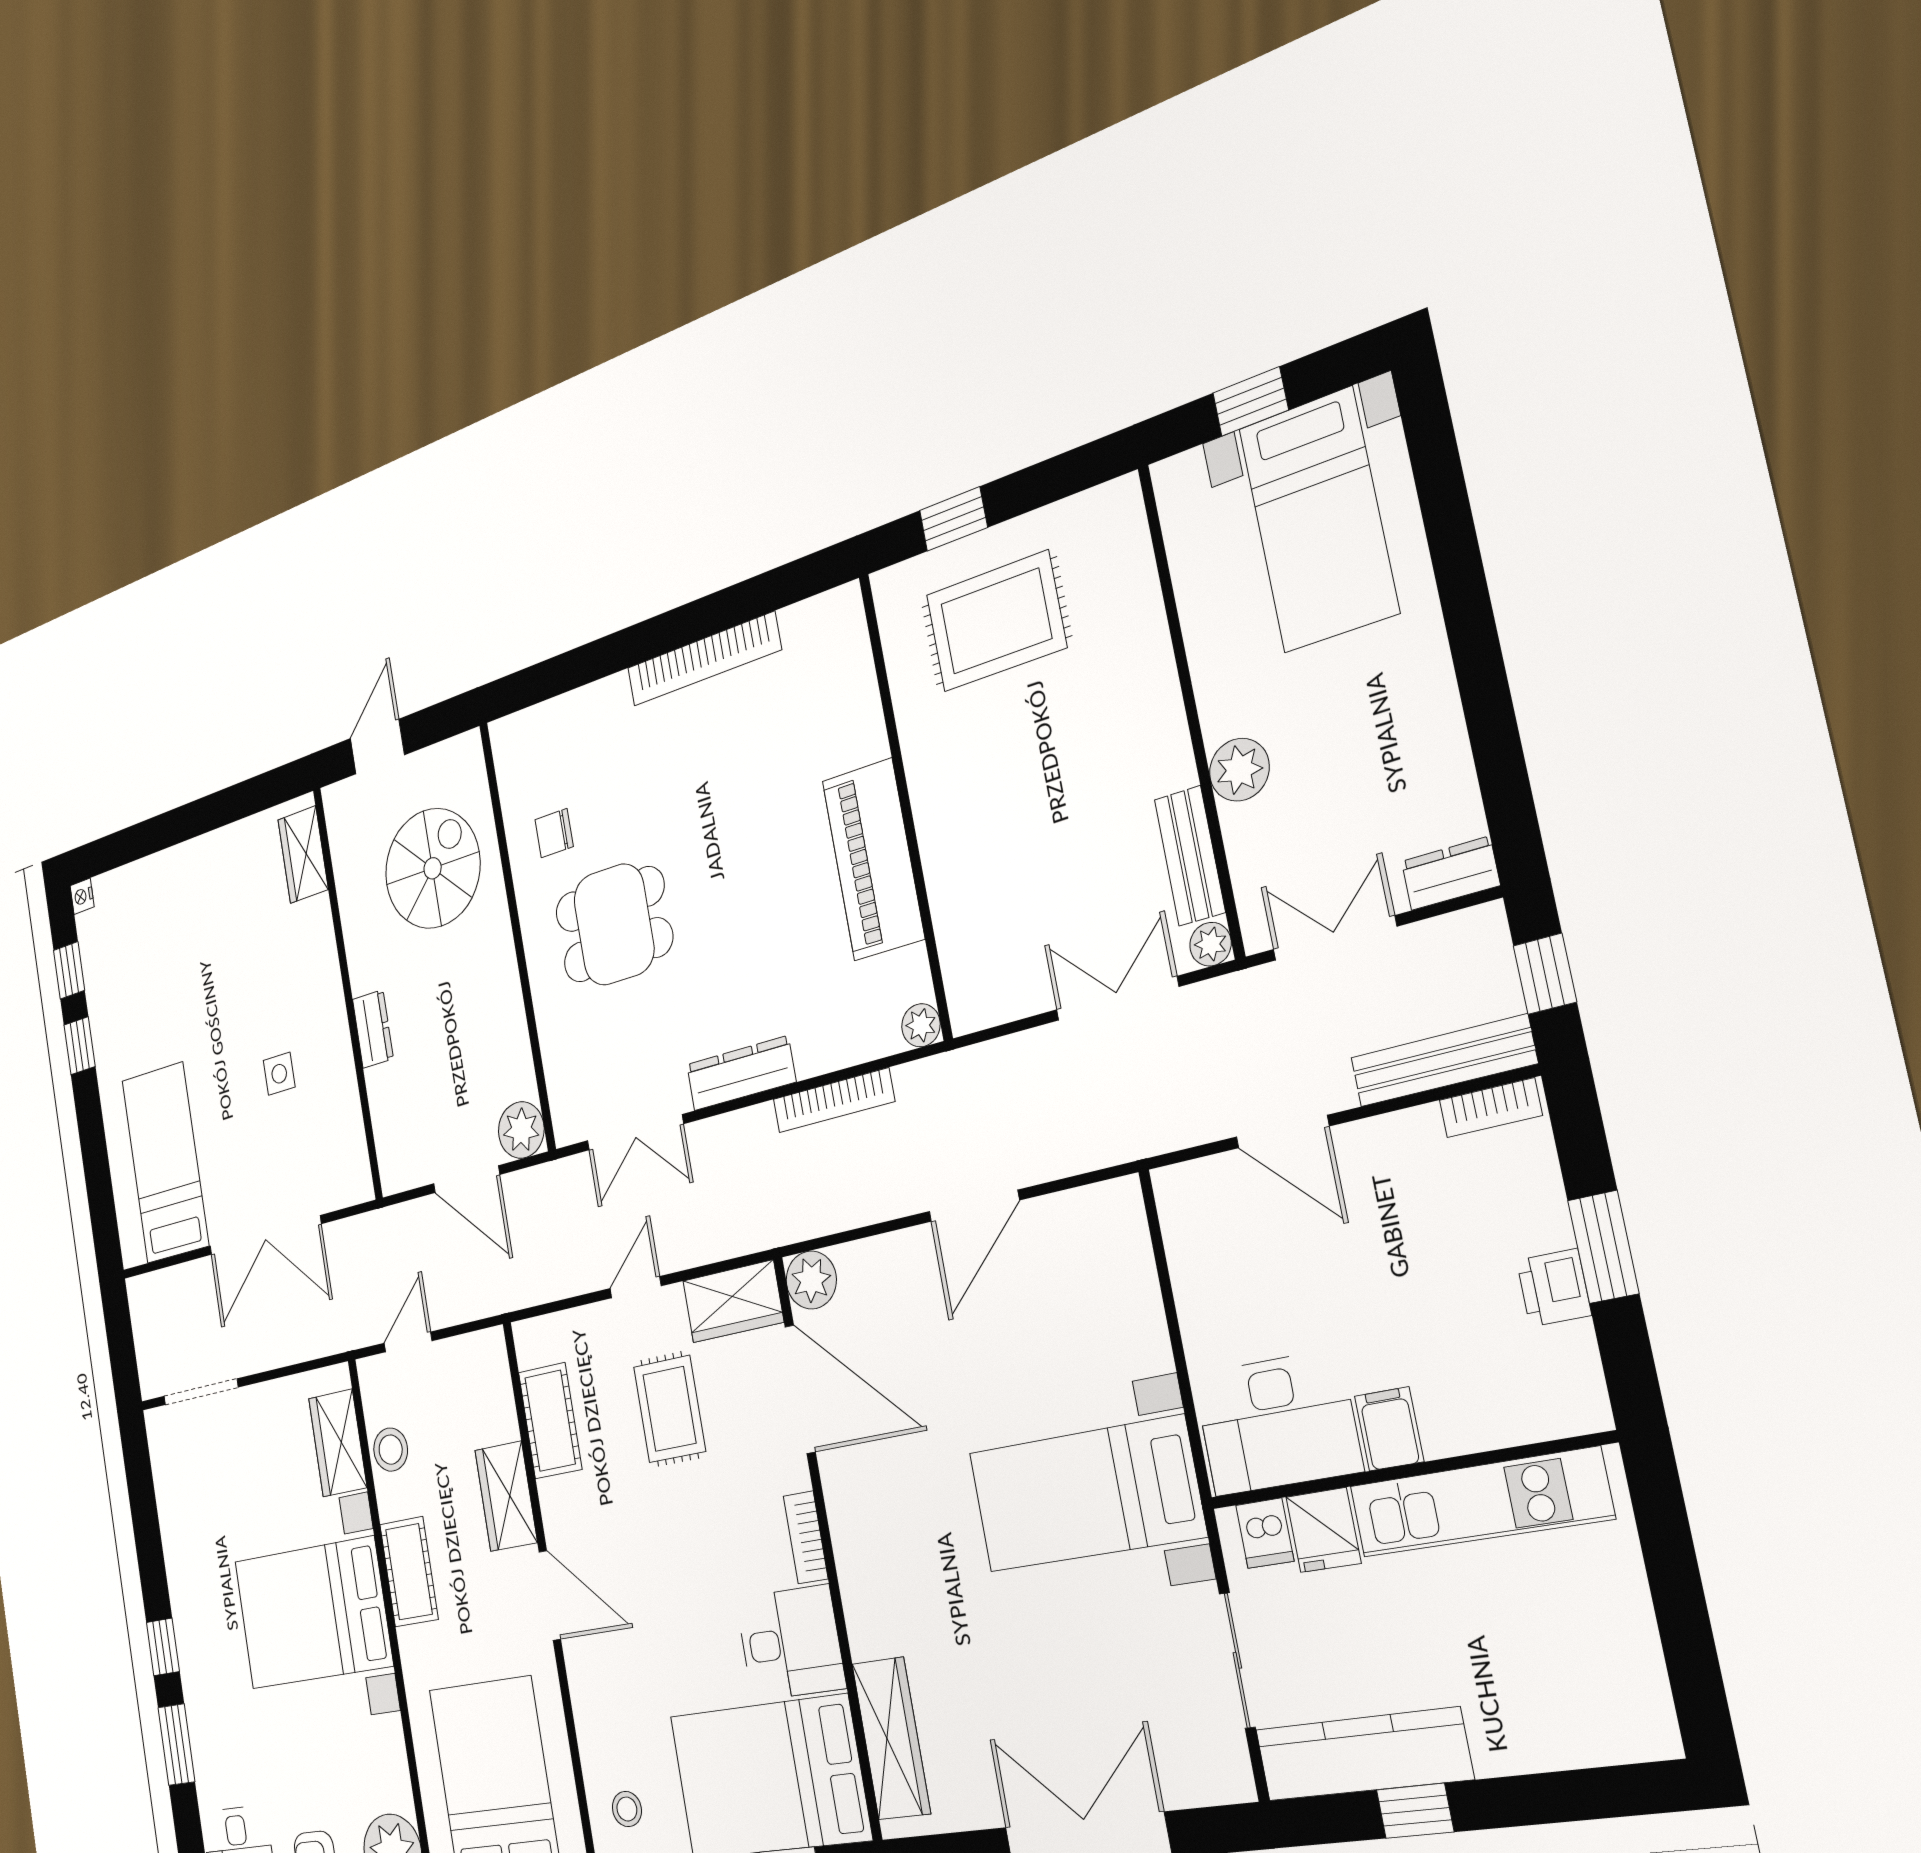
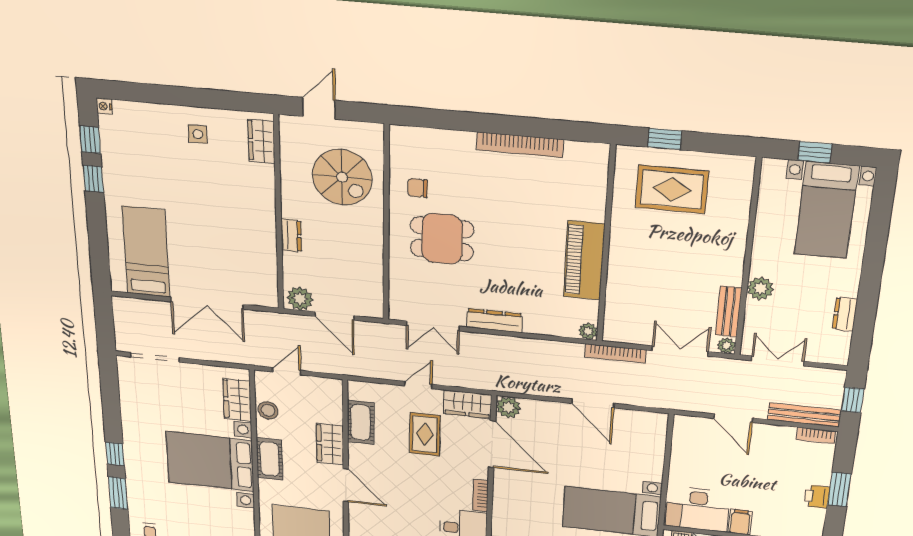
spiral stairs: (433, 868) -> (342, 177), turned 90
dresser: (1451, 873) -> (845, 314), moved, turned -90
side table: (279, 1074) -> (198, 134), moved
bookcase: (834, 1100) -> (615, 353), moved
plant: (521, 1130) -> (300, 299), moved
door: (974, 1206) -> (593, 403), hinge flipped

